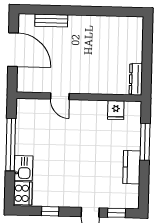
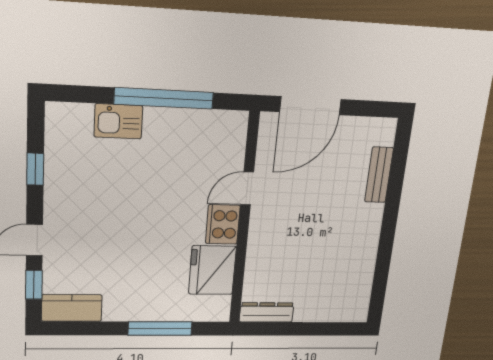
door: (13, 50) -> (310, 106), moved
fridge: (116, 110) -> (212, 270), width x1.88, depth x1.34
kitchen counter: (132, 167) -> (72, 308), moved
cooker: (23, 193) -> (223, 224), moved, turned 90

